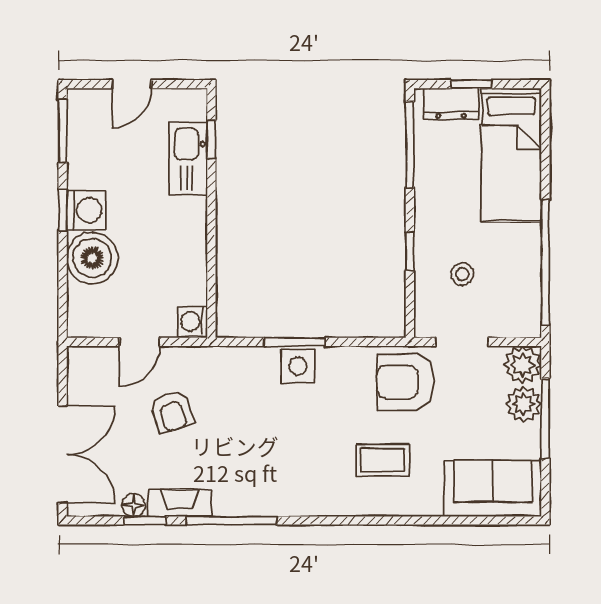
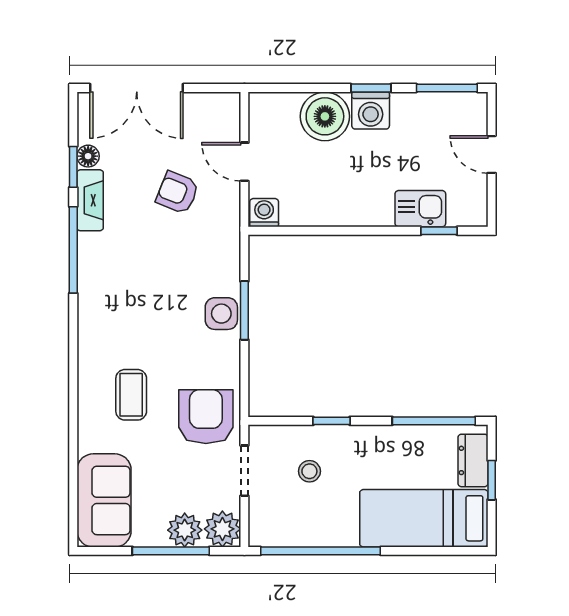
kitchen sink: (188, 158) -> (420, 209), width x0.73
armchair: (172, 412) -> (177, 193), turned 41

